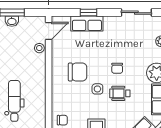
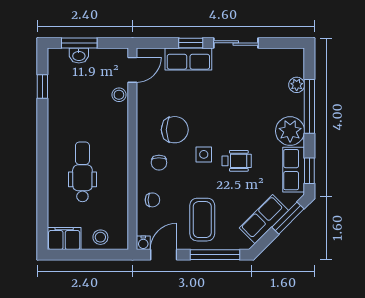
sliding door: (136, 13) -> (236, 43), moved
chair: (117, 68) -> (159, 163), moved
wheelchair: (120, 93) -> (237, 161), turned 180

